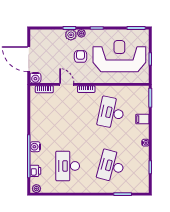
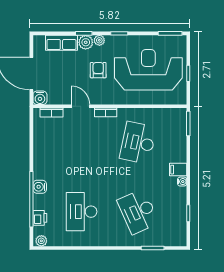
row of seats: (52, 35) -> (61, 43), added
filing cabinet: (142, 119) -> (178, 170), moved
desk: (111, 166) -> (138, 212), turned -39

